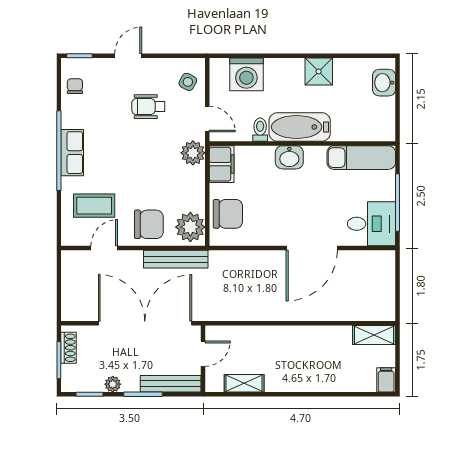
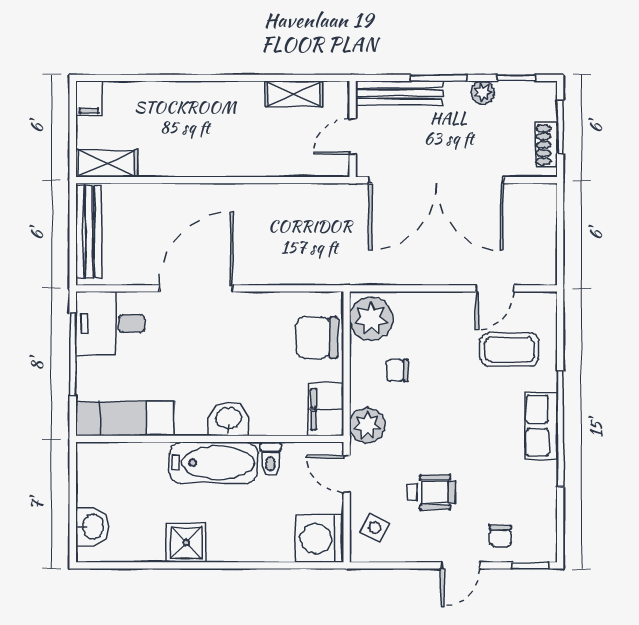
washing machine: (246, 74) -> (320, 538), moved, turned -90
chair: (75, 86) -> (500, 536), moved
chair: (149, 224) -> (397, 370), moved, width x0.54, depth x0.54
bench: (176, 259) -> (89, 232), moved, turned 90

